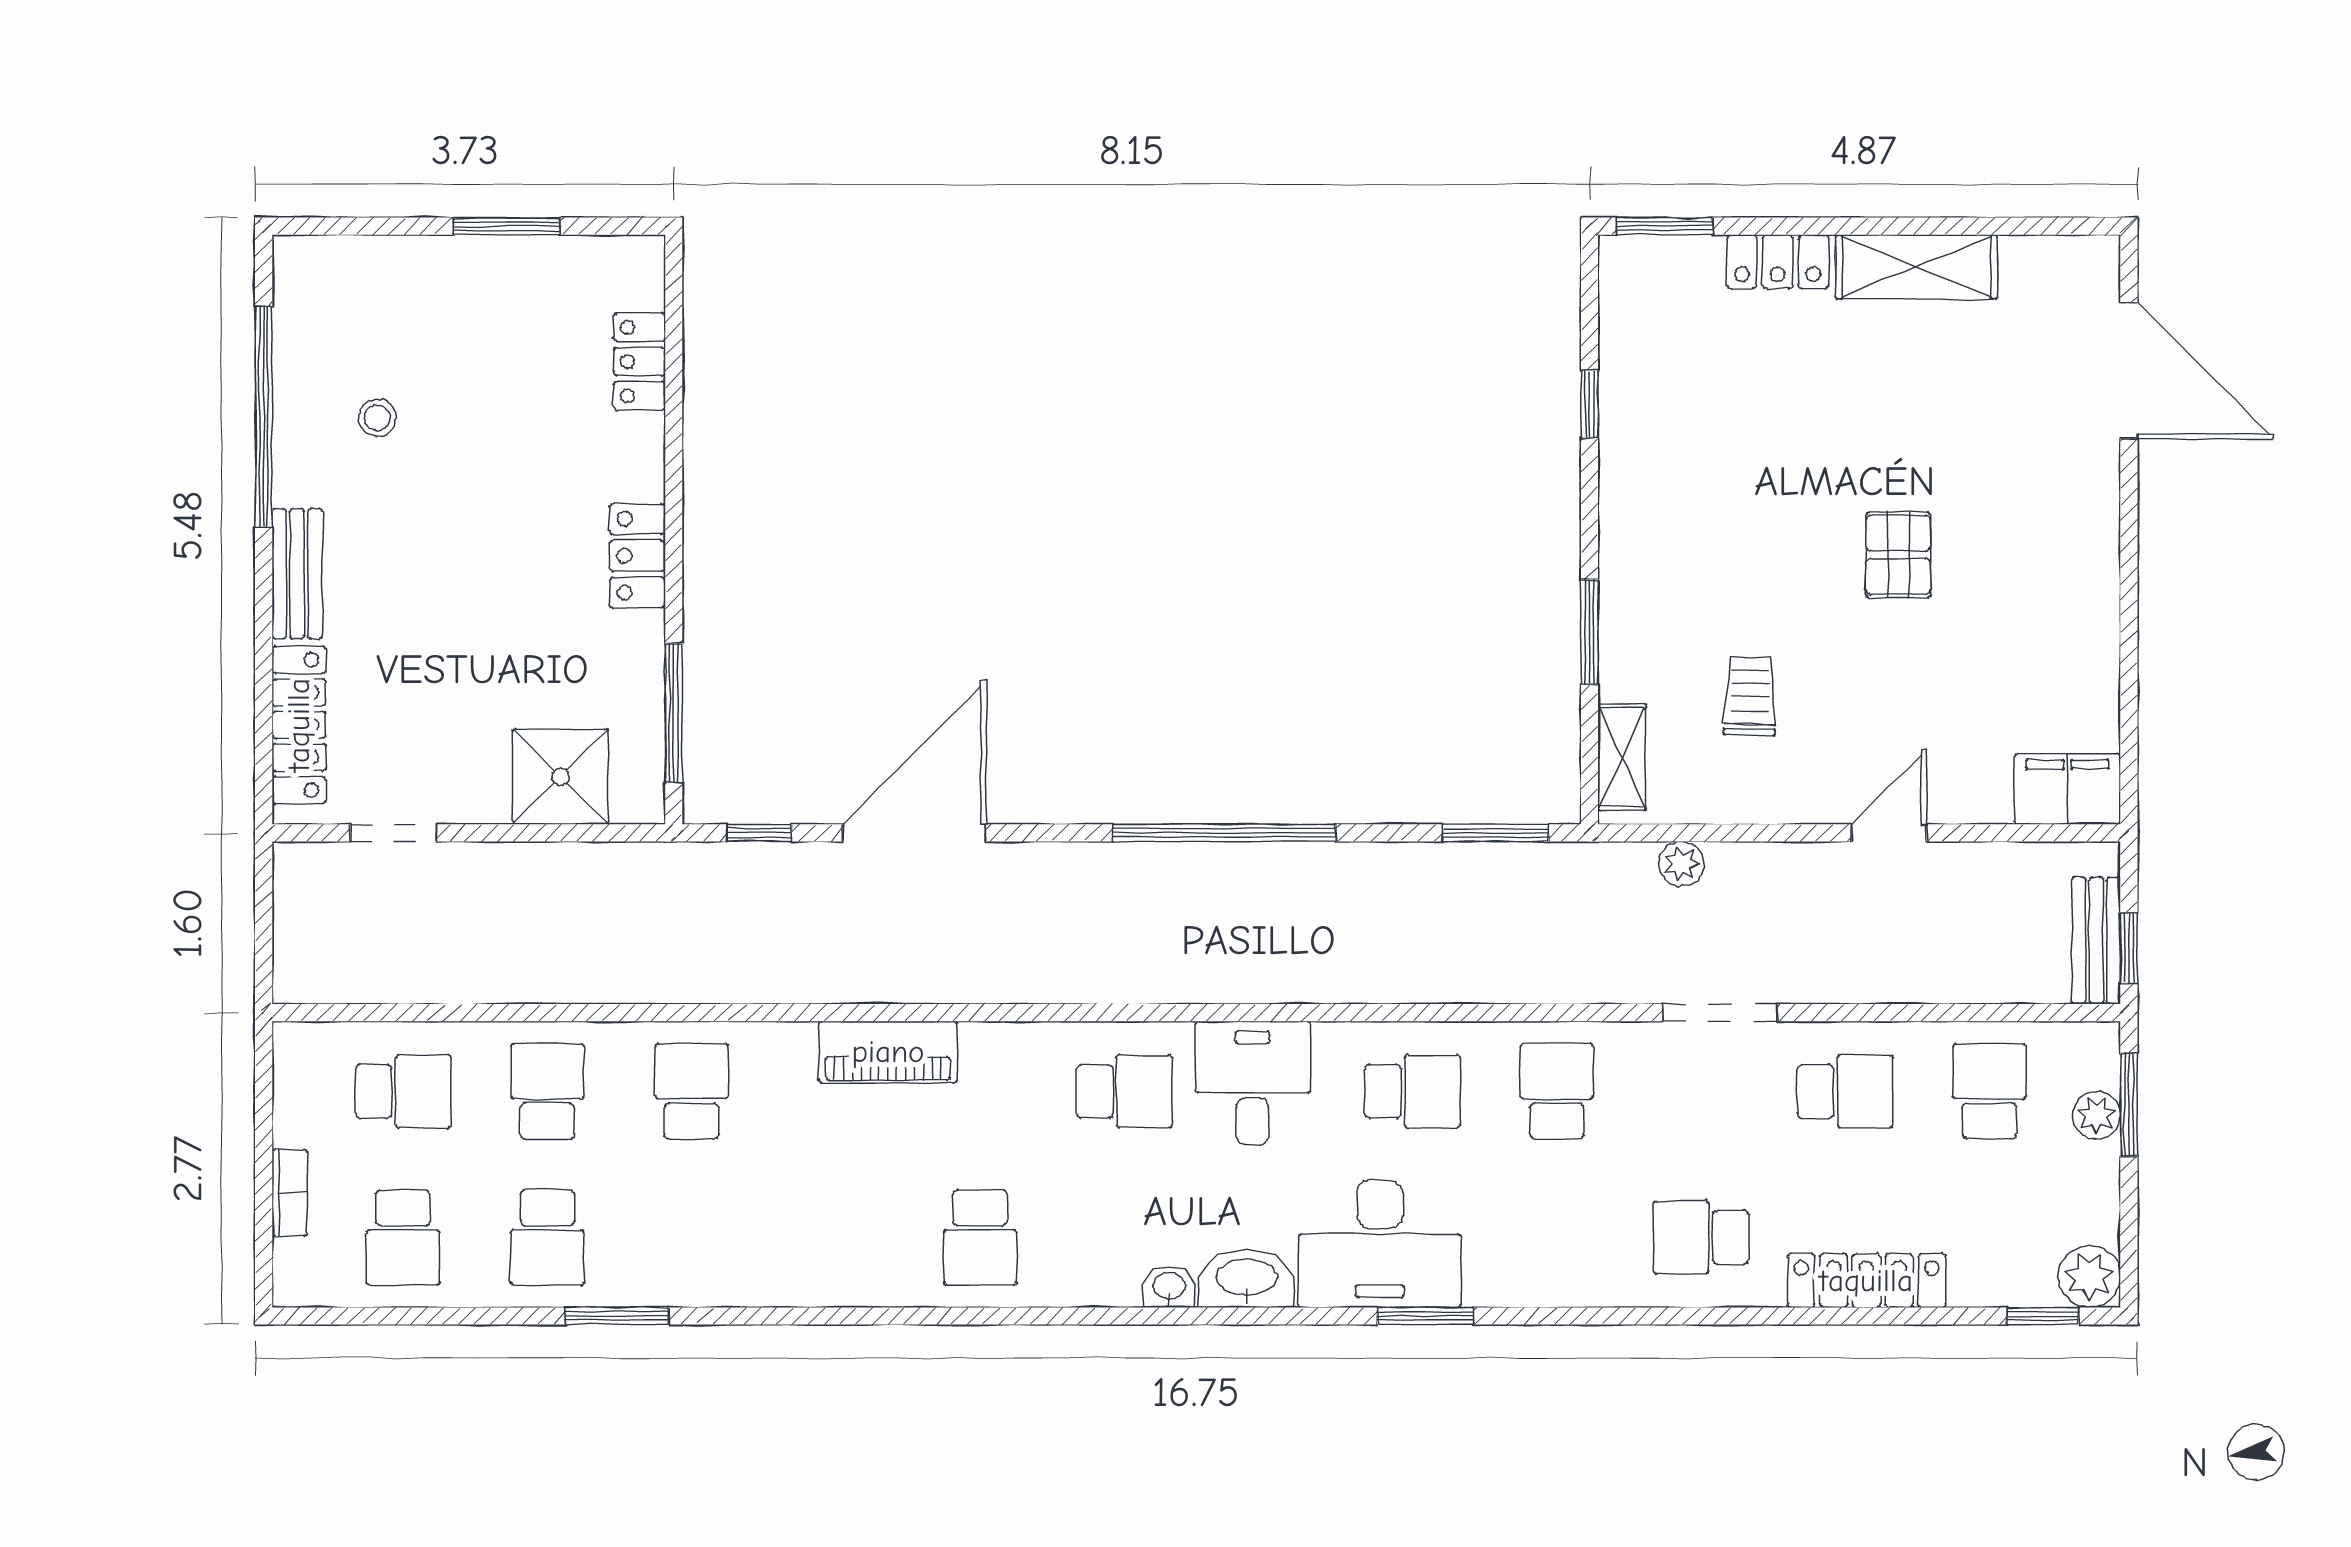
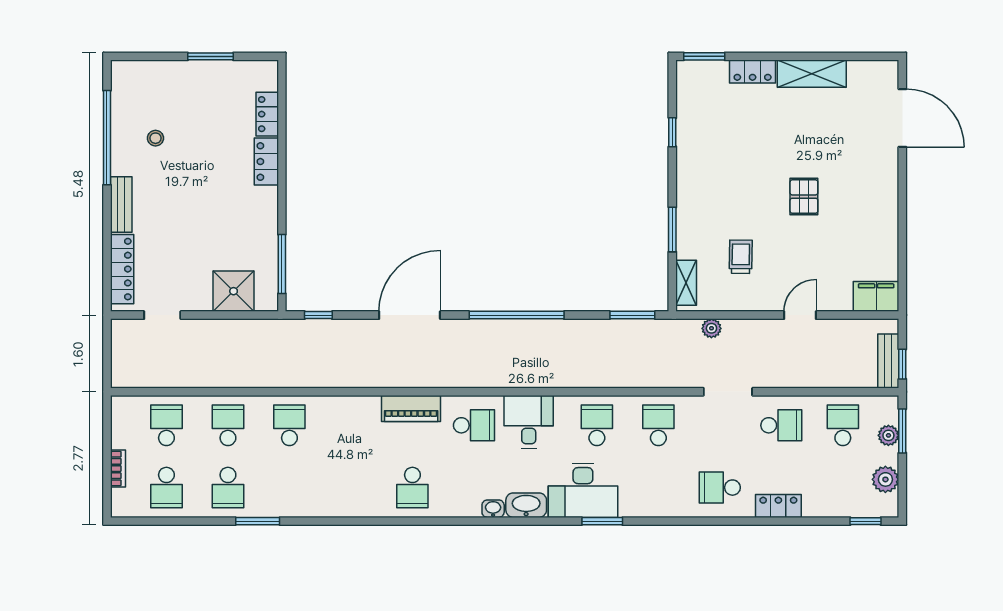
locker: (637, 556) -> (266, 162), moved
door: (914, 833) -> (410, 315), moved
piano: (888, 1052) -> (411, 409), moved
school desk: (403, 1091) -> (166, 425), turned -90
school desk: (1413, 1091) -> (597, 425), turned -90
plant: (2089, 1276) -> (885, 479), moved
locker: (1866, 1281) -> (778, 506), width x0.66

